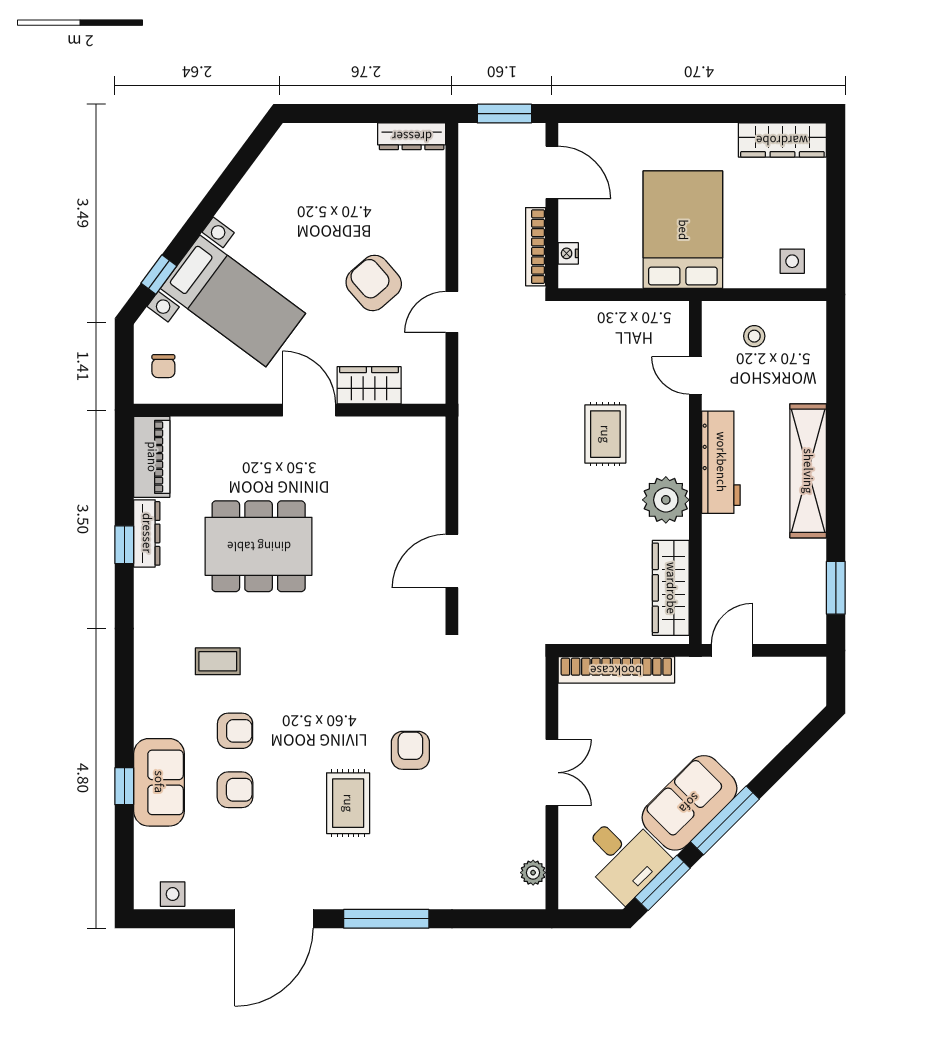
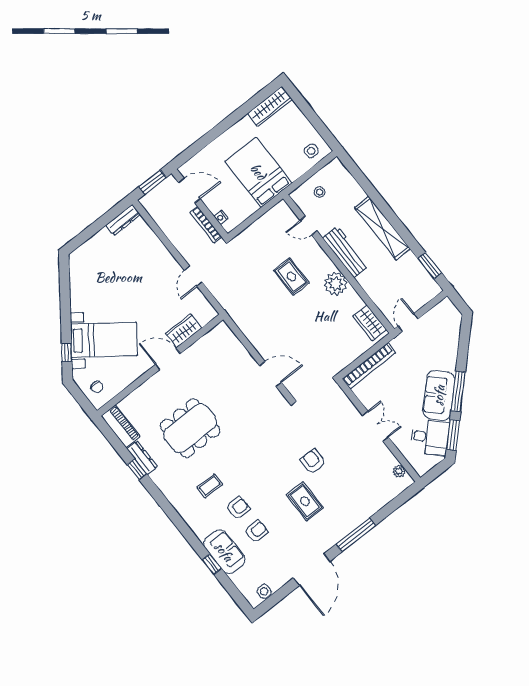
armchair: (374, 283) -> (154, 289), removed
door: (452, 561) -> (271, 374), swing flipped
wardrobe: (671, 588) -> (370, 323), width x0.67

